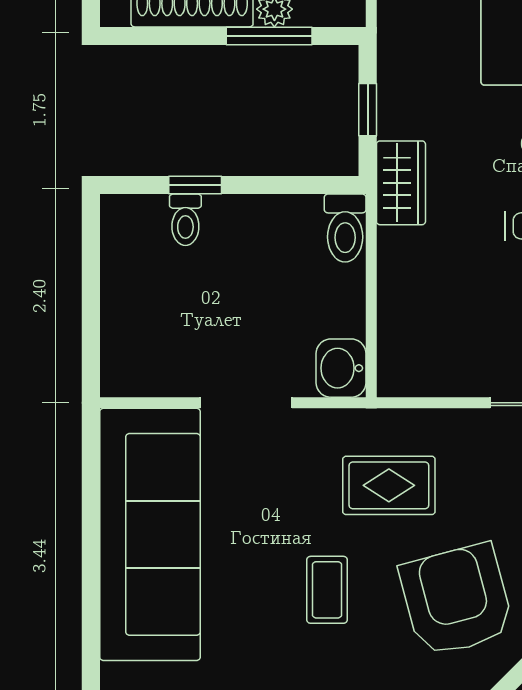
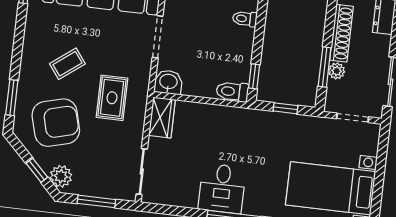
wardrobe: (401, 183) -> (162, 117), moved, turned -90
window: (195, 185) -> (254, 76), moved
coffee table: (327, 590) -> (67, 64), turned -37

